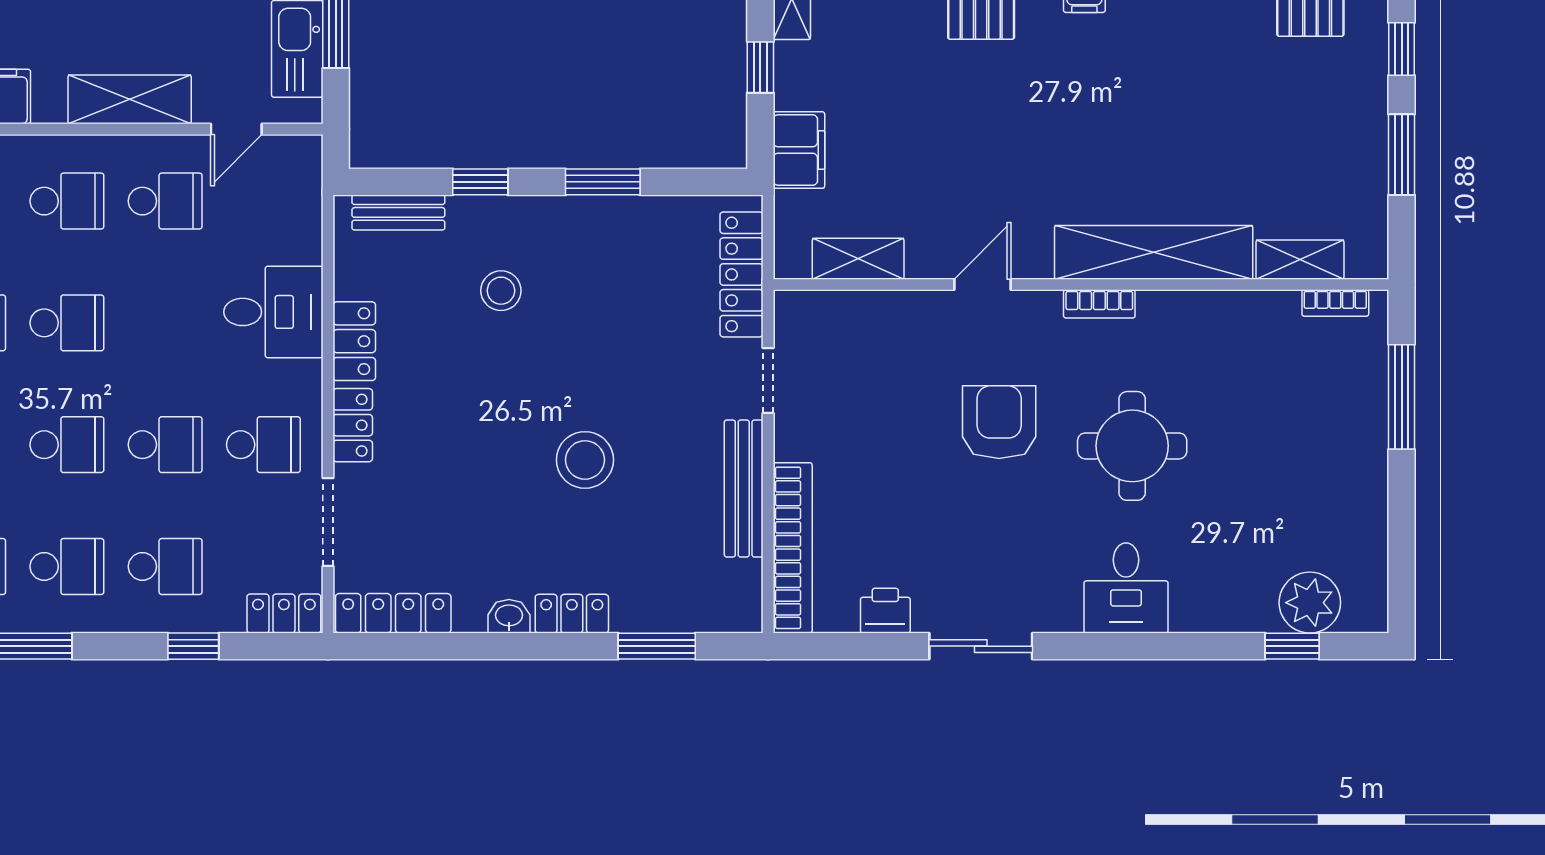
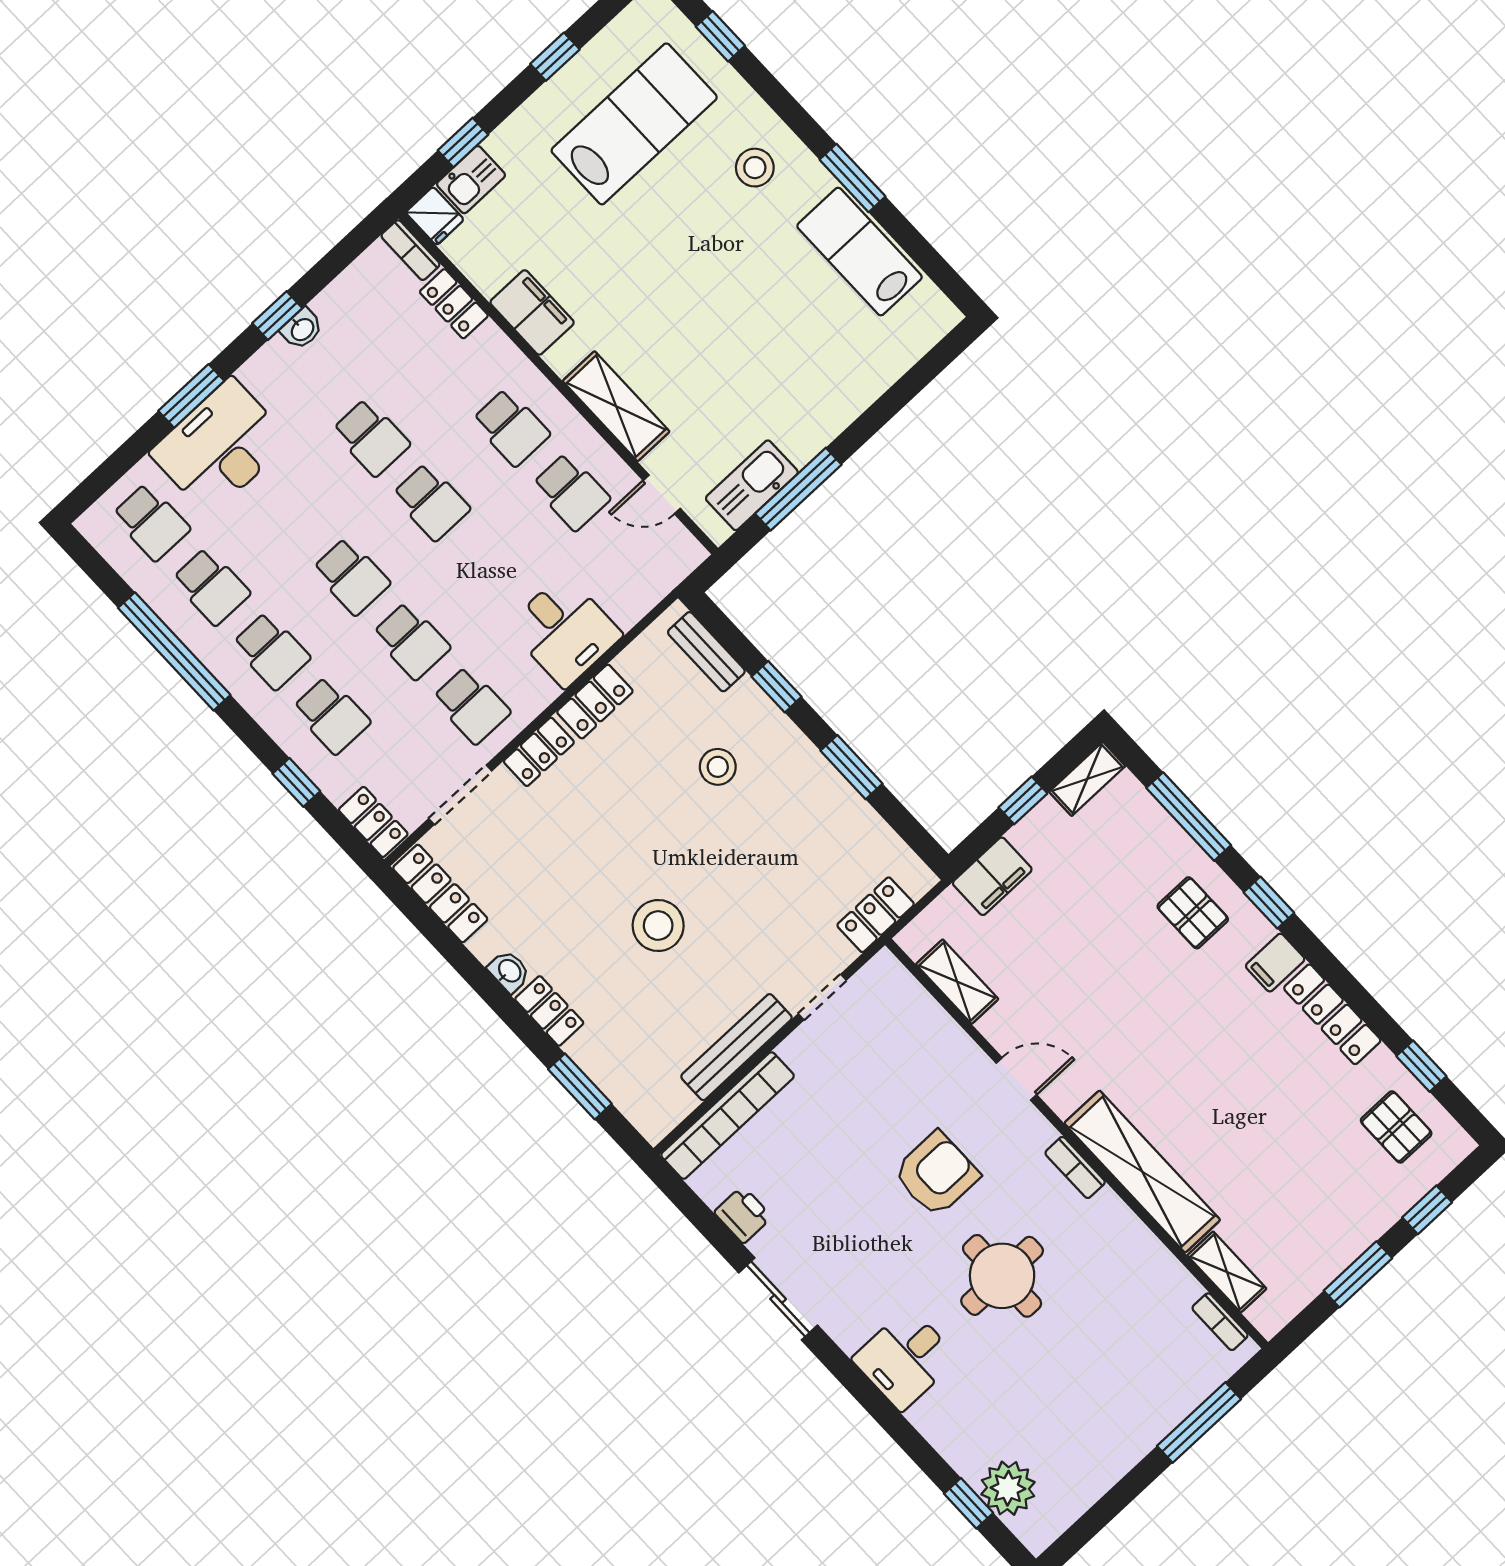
locker: (742, 274) -> (876, 915), width x0.66

